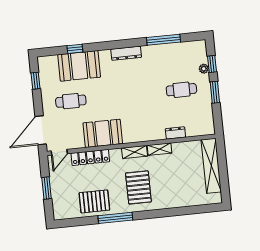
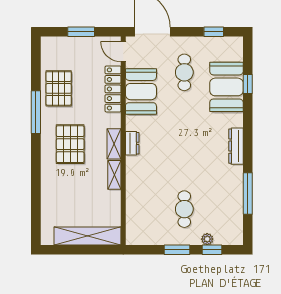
booth: (103, 133) -> (141, 92), moved
dresser: (175, 133) -> (132, 143), moved
pallet: (138, 187) -> (70, 144), turned 90

